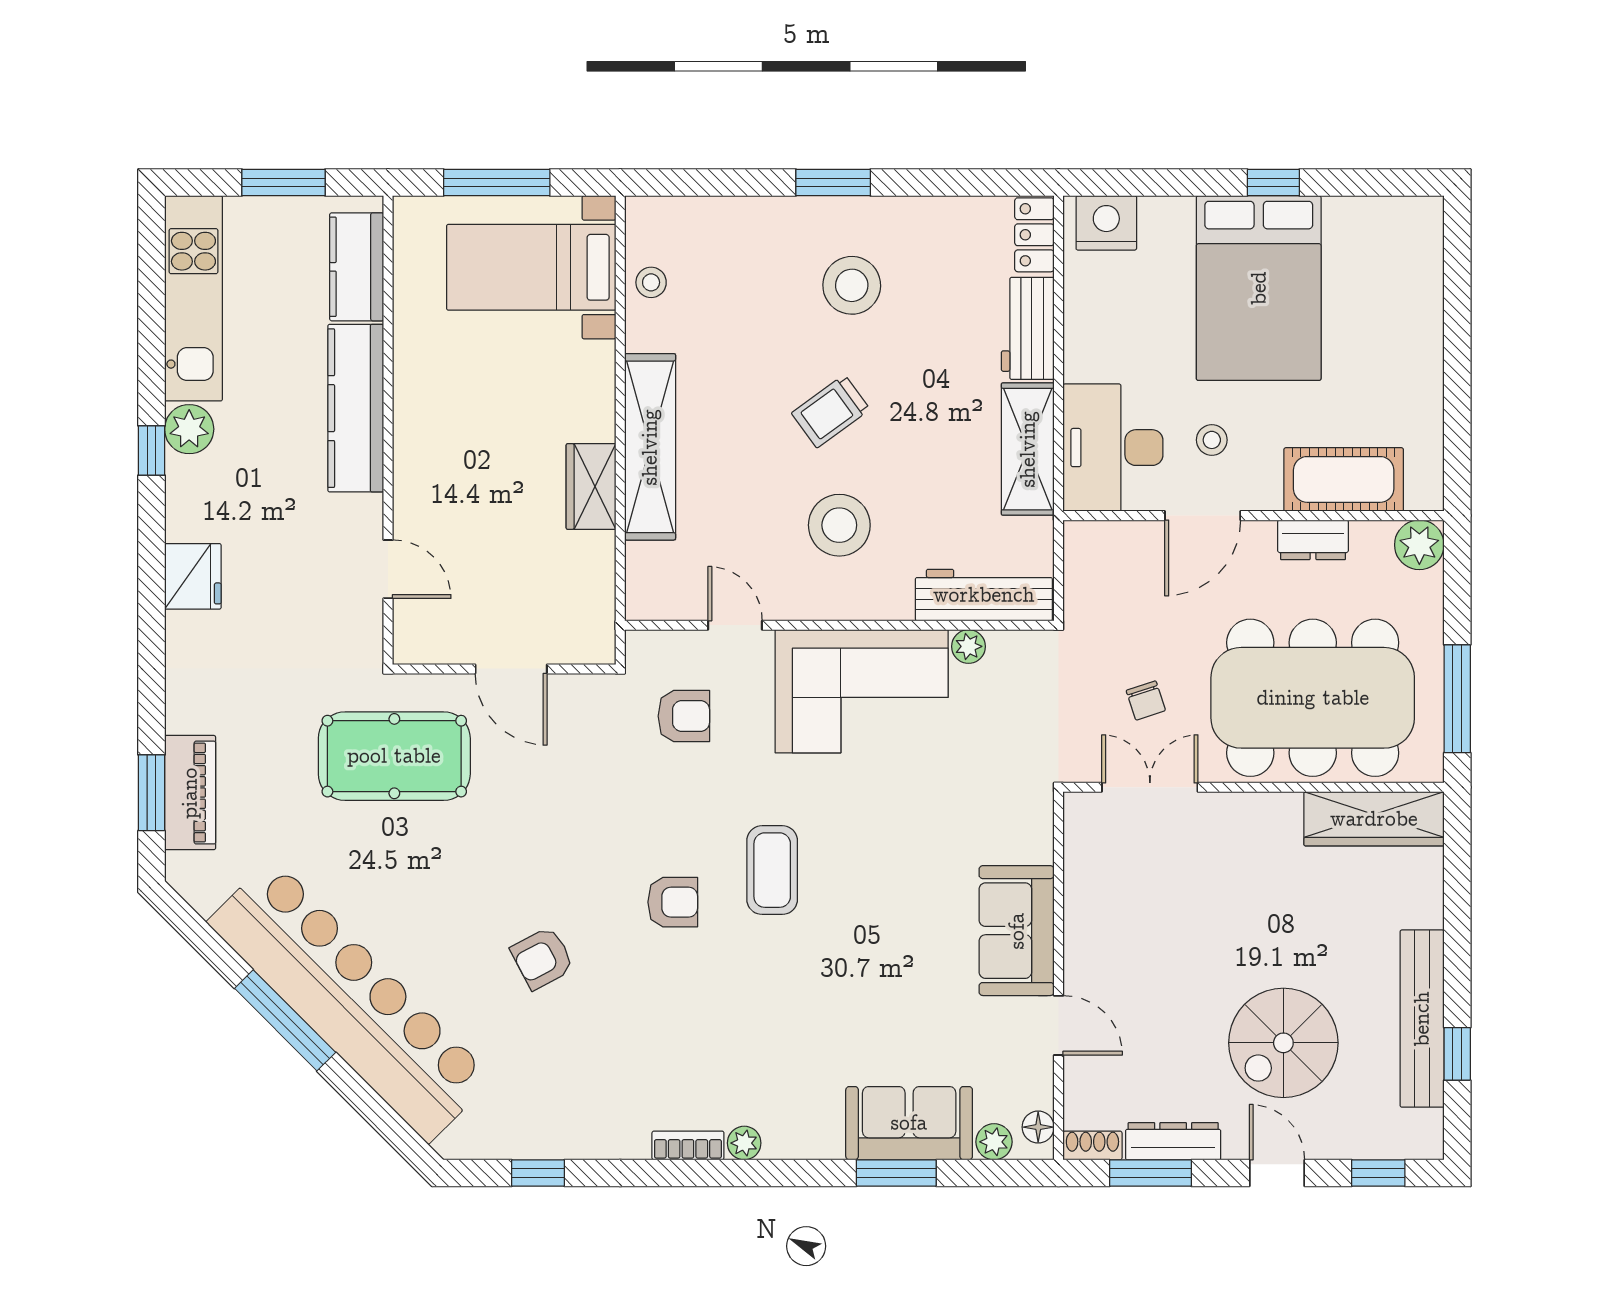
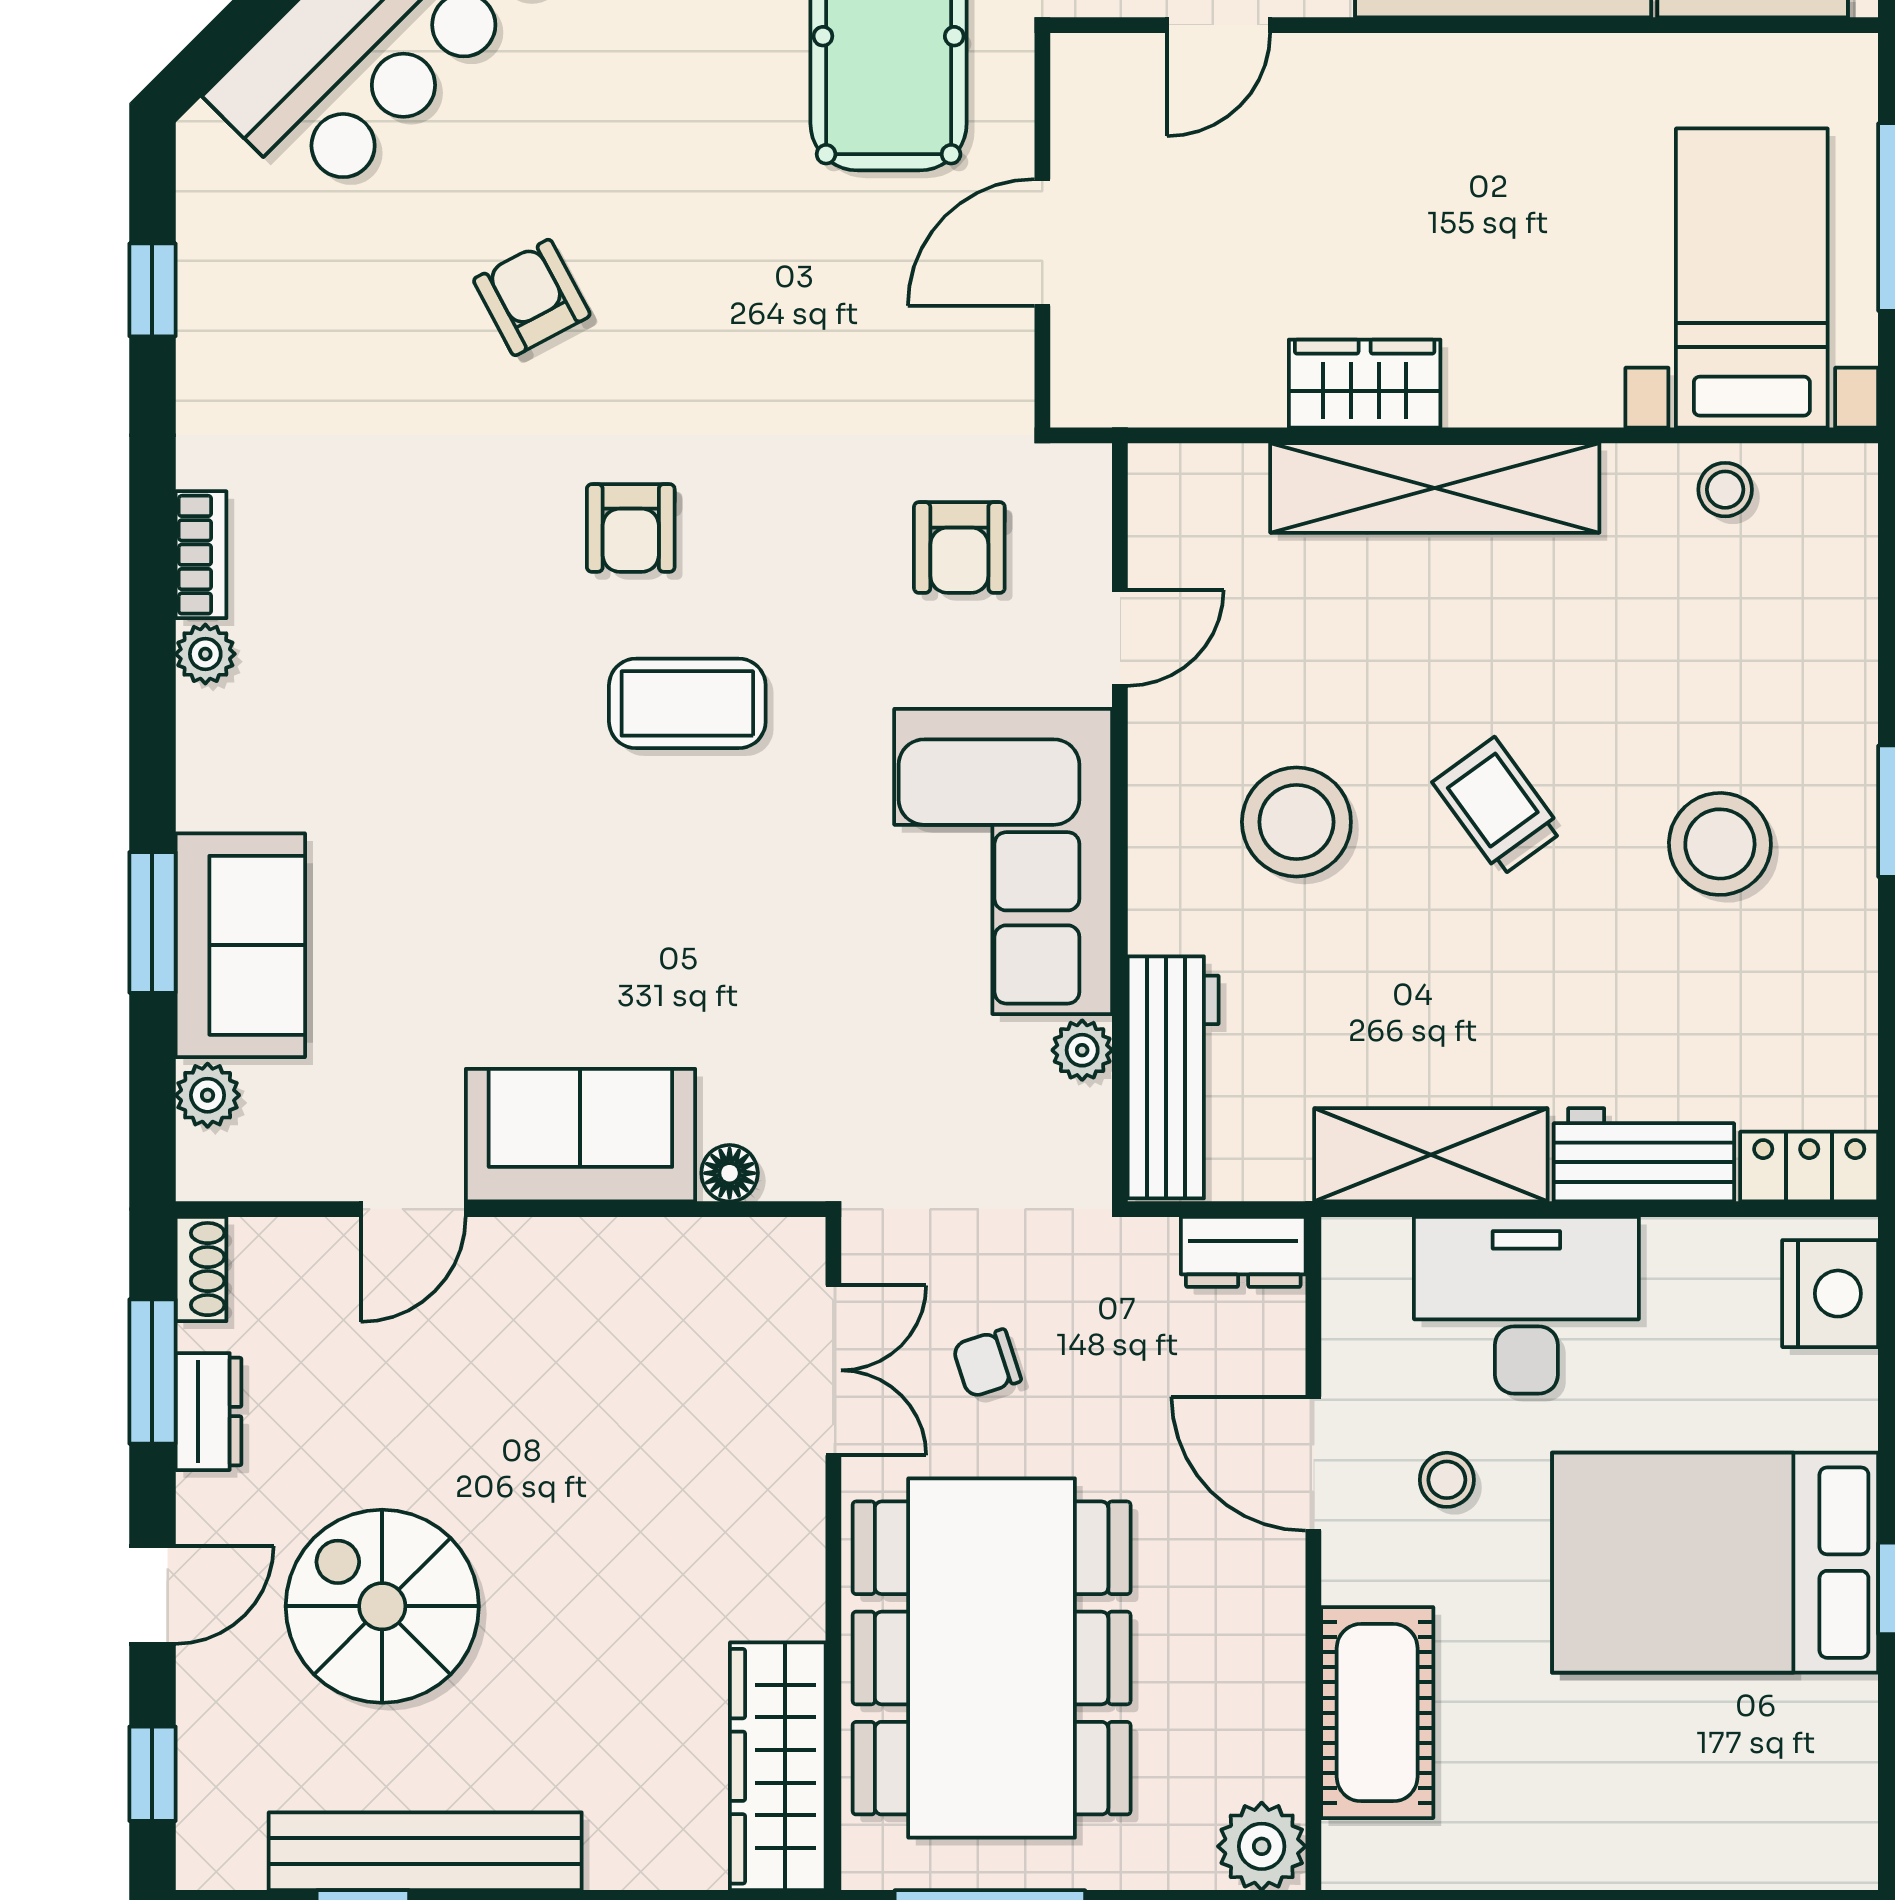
desk: (1113, 448) -> (1526, 1305), moved
dresser: (1313, 540) -> (1243, 1252), moved, turned -90
floor lamp: (1038, 1127) -> (730, 1173), moved
dresser: (1173, 1141) -> (209, 1412), width x0.70

